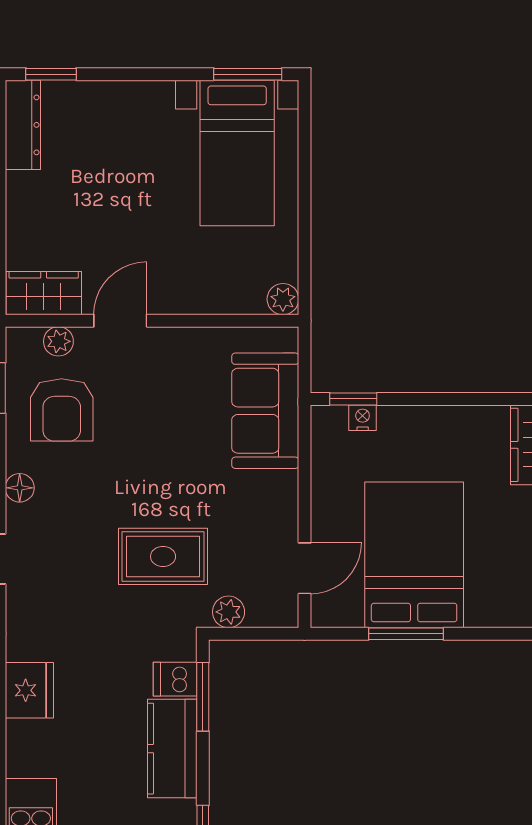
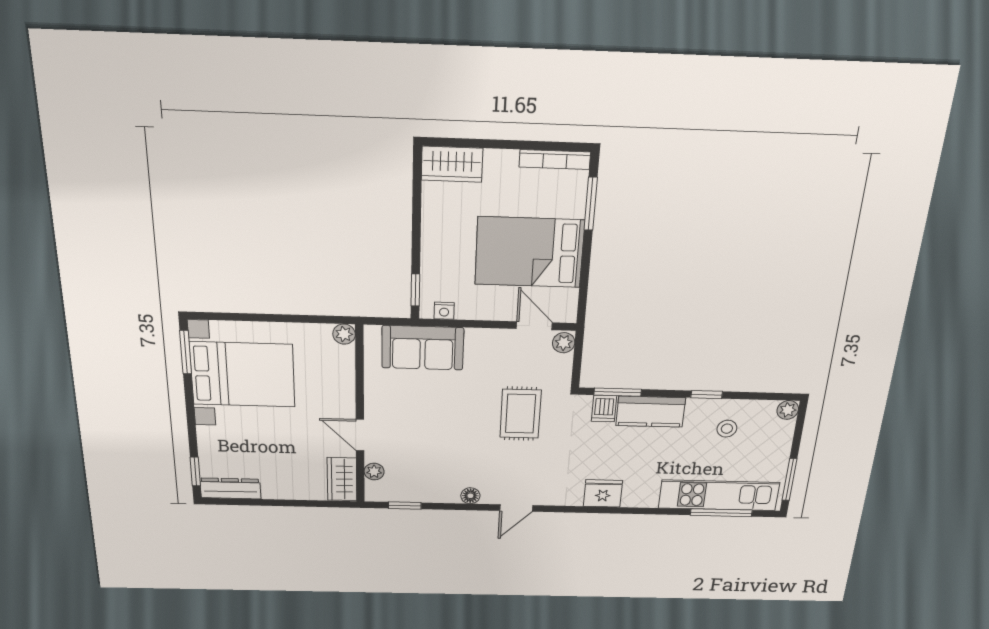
bed with nightstands: (237, 153) -> (243, 374), width x1.36
armchair: (62, 410) -> (420, 471), removed
nightstand: (363, 418) -> (444, 311), moved, turned -90
plant: (229, 612) -> (564, 343), moved
window: (406, 634) -> (591, 204), moved

